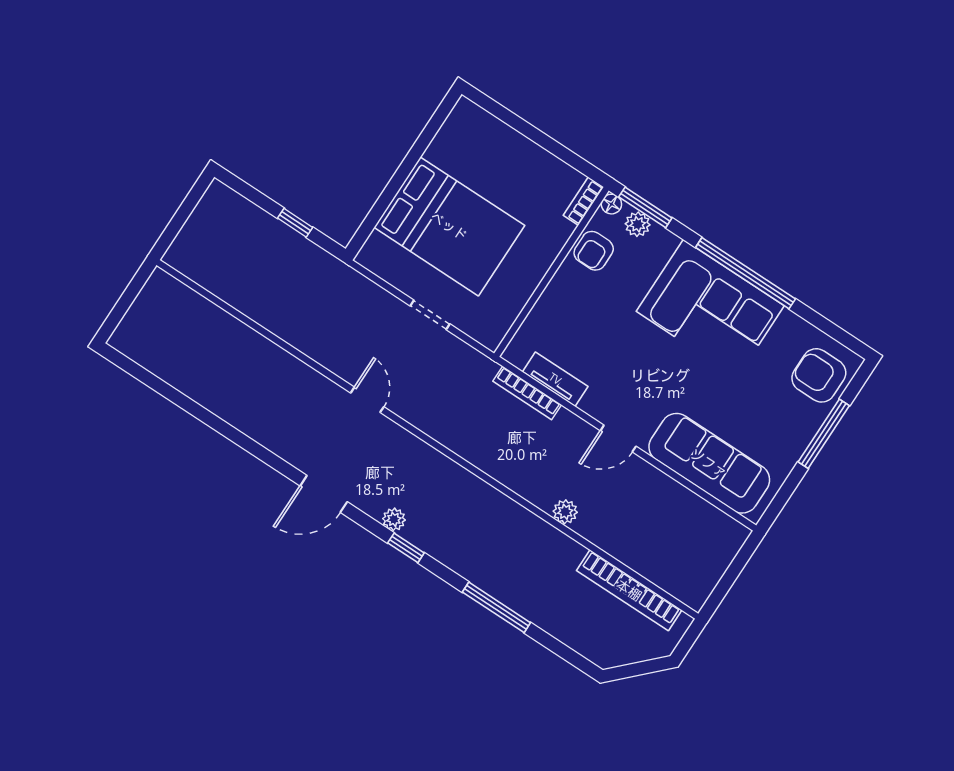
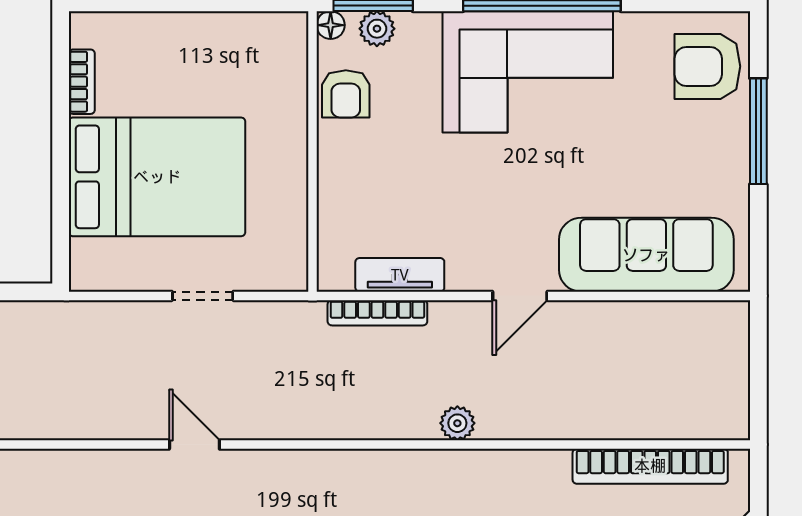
bookcase: (583, 201) -> (82, 82), moved, turned 180
plant: (565, 512) -> (457, 423), moved

